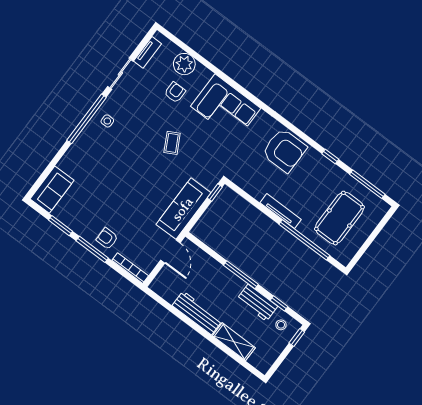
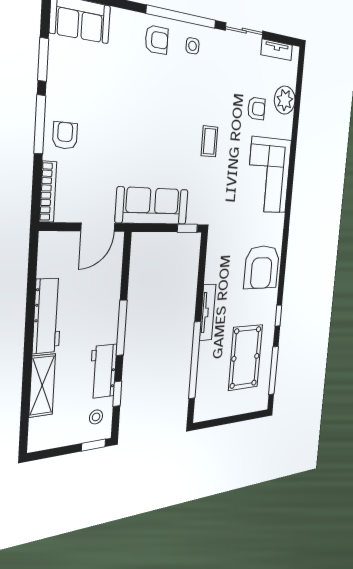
coffee table: (172, 143) -> (209, 141), turned -62
armchair: (90, 145) -> (157, 40), added
pool table: (339, 218) -> (245, 357), moved, turned 90

